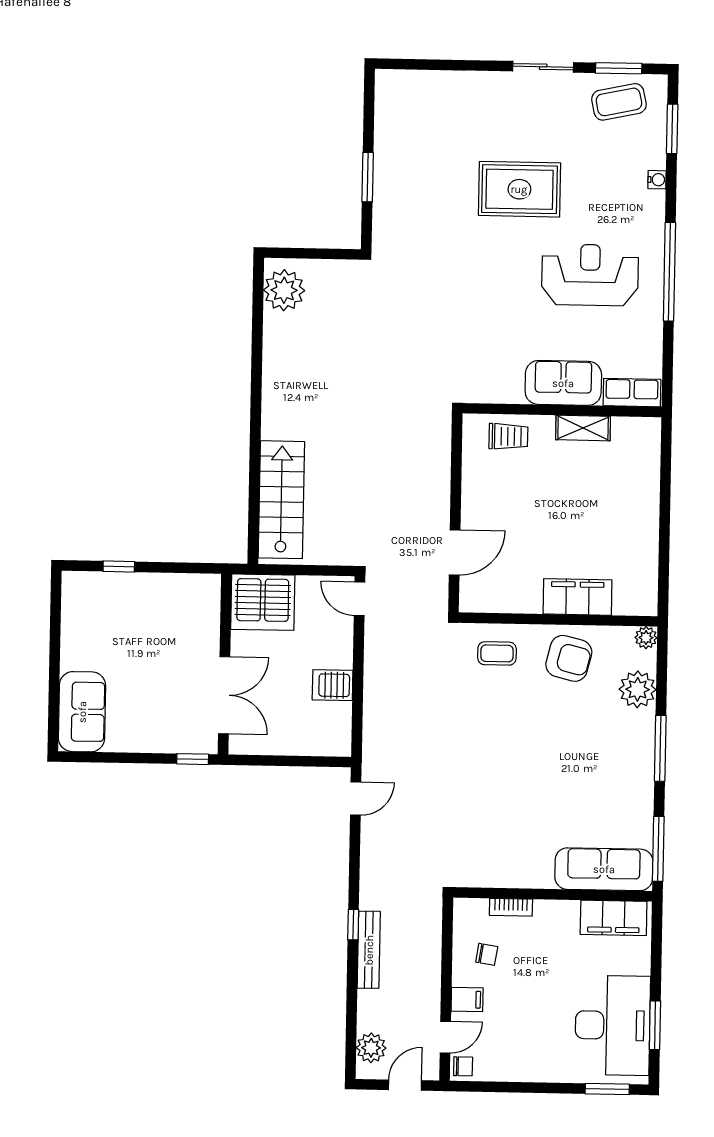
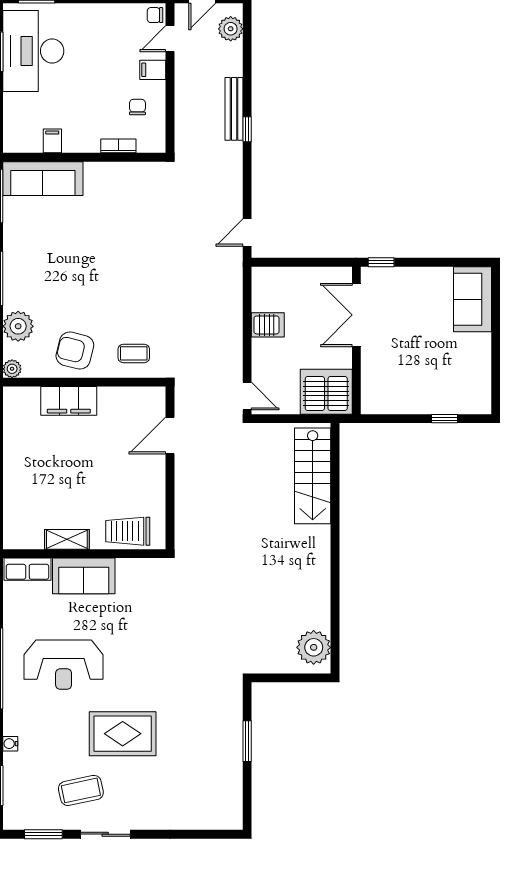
coffee table: (619, 102) -> (81, 790), moved
trolley: (508, 436) -> (128, 531), width x1.36, depth x1.39
filing cabinet: (614, 918) -> (52, 141), width x0.33, depth x0.86
chair: (487, 954) -> (137, 107), turned 81

